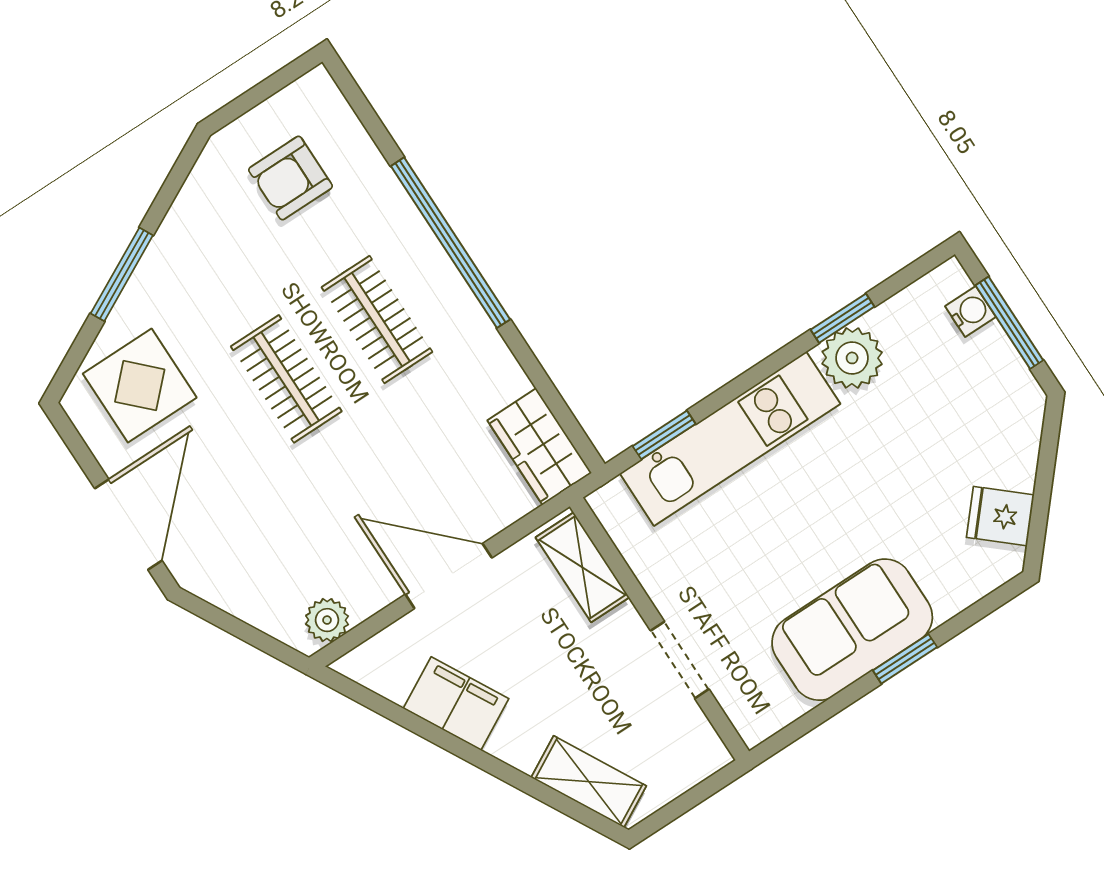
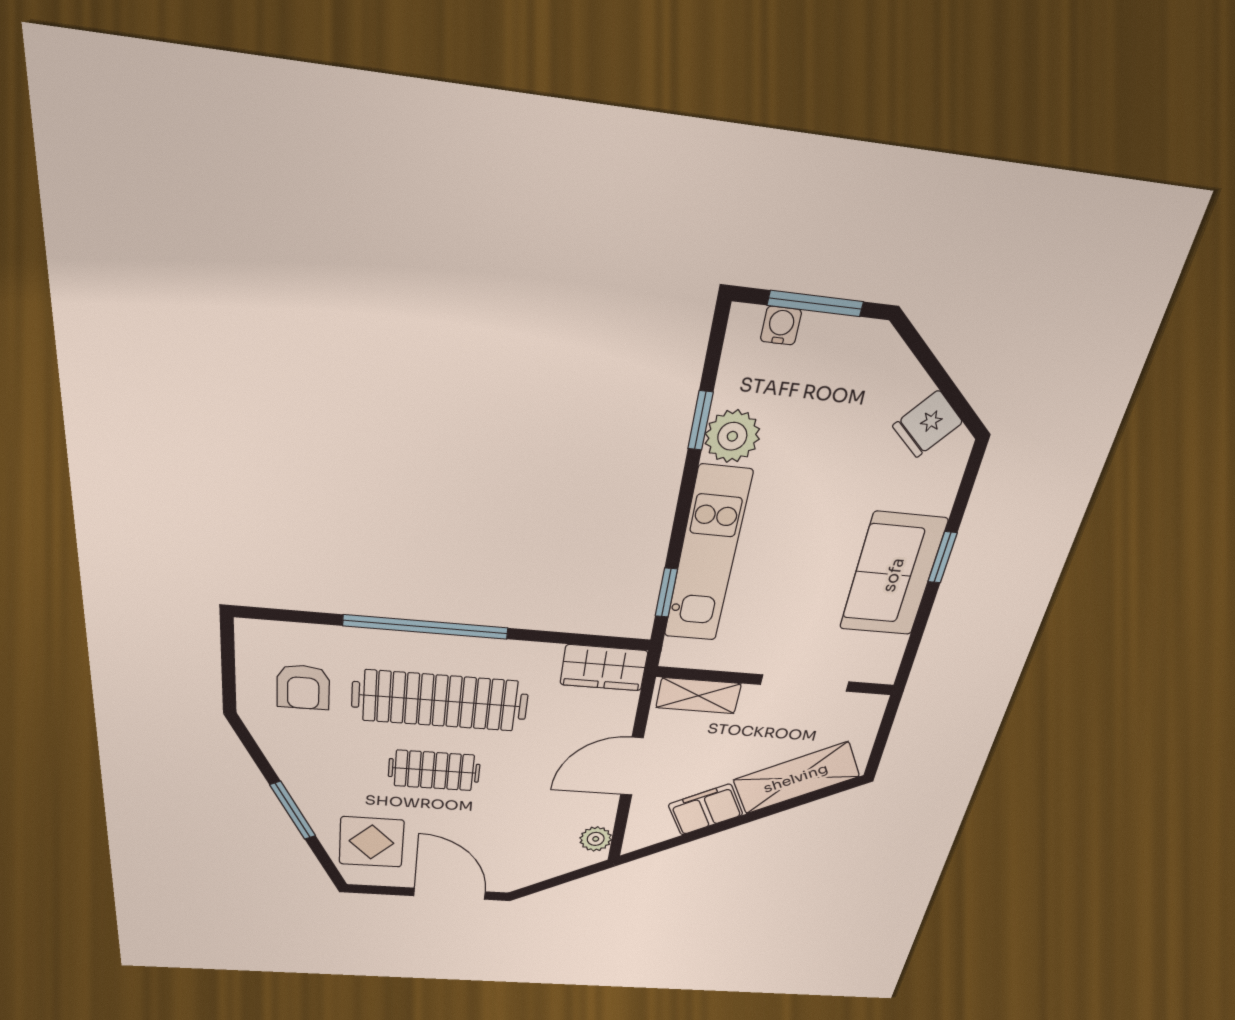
clothes rail: (377, 320) -> (440, 701), width x1.86, depth x1.31
doorway: (680, 660) -> (805, 683), width x1.38
shelving: (589, 782) -> (796, 778), width x1.50, depth x1.33

